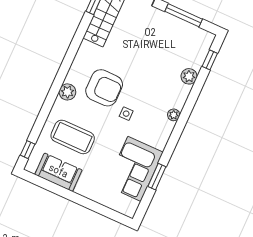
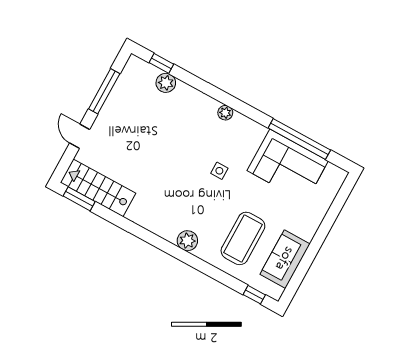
plant: (189, 76) -> (166, 83), moved
armchair: (104, 88) -> (186, 195), removed
window: (157, 177) -> (299, 139), width x2.11

